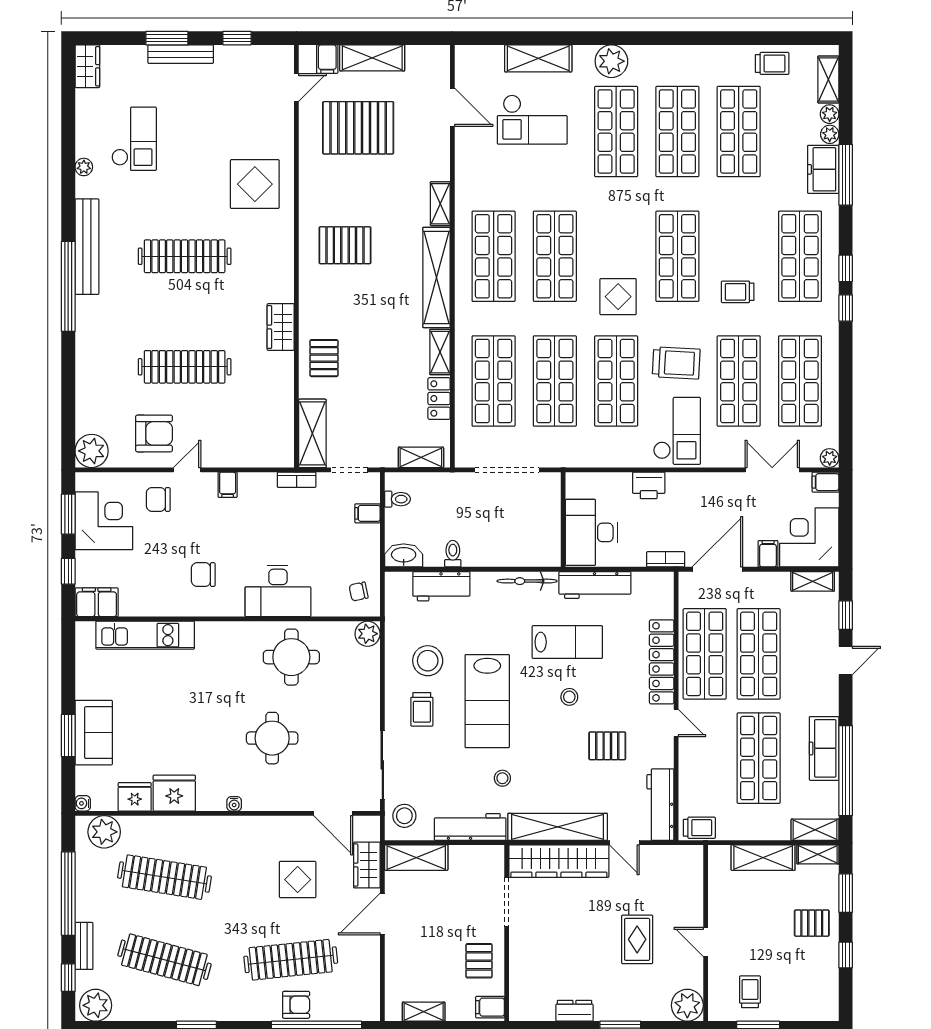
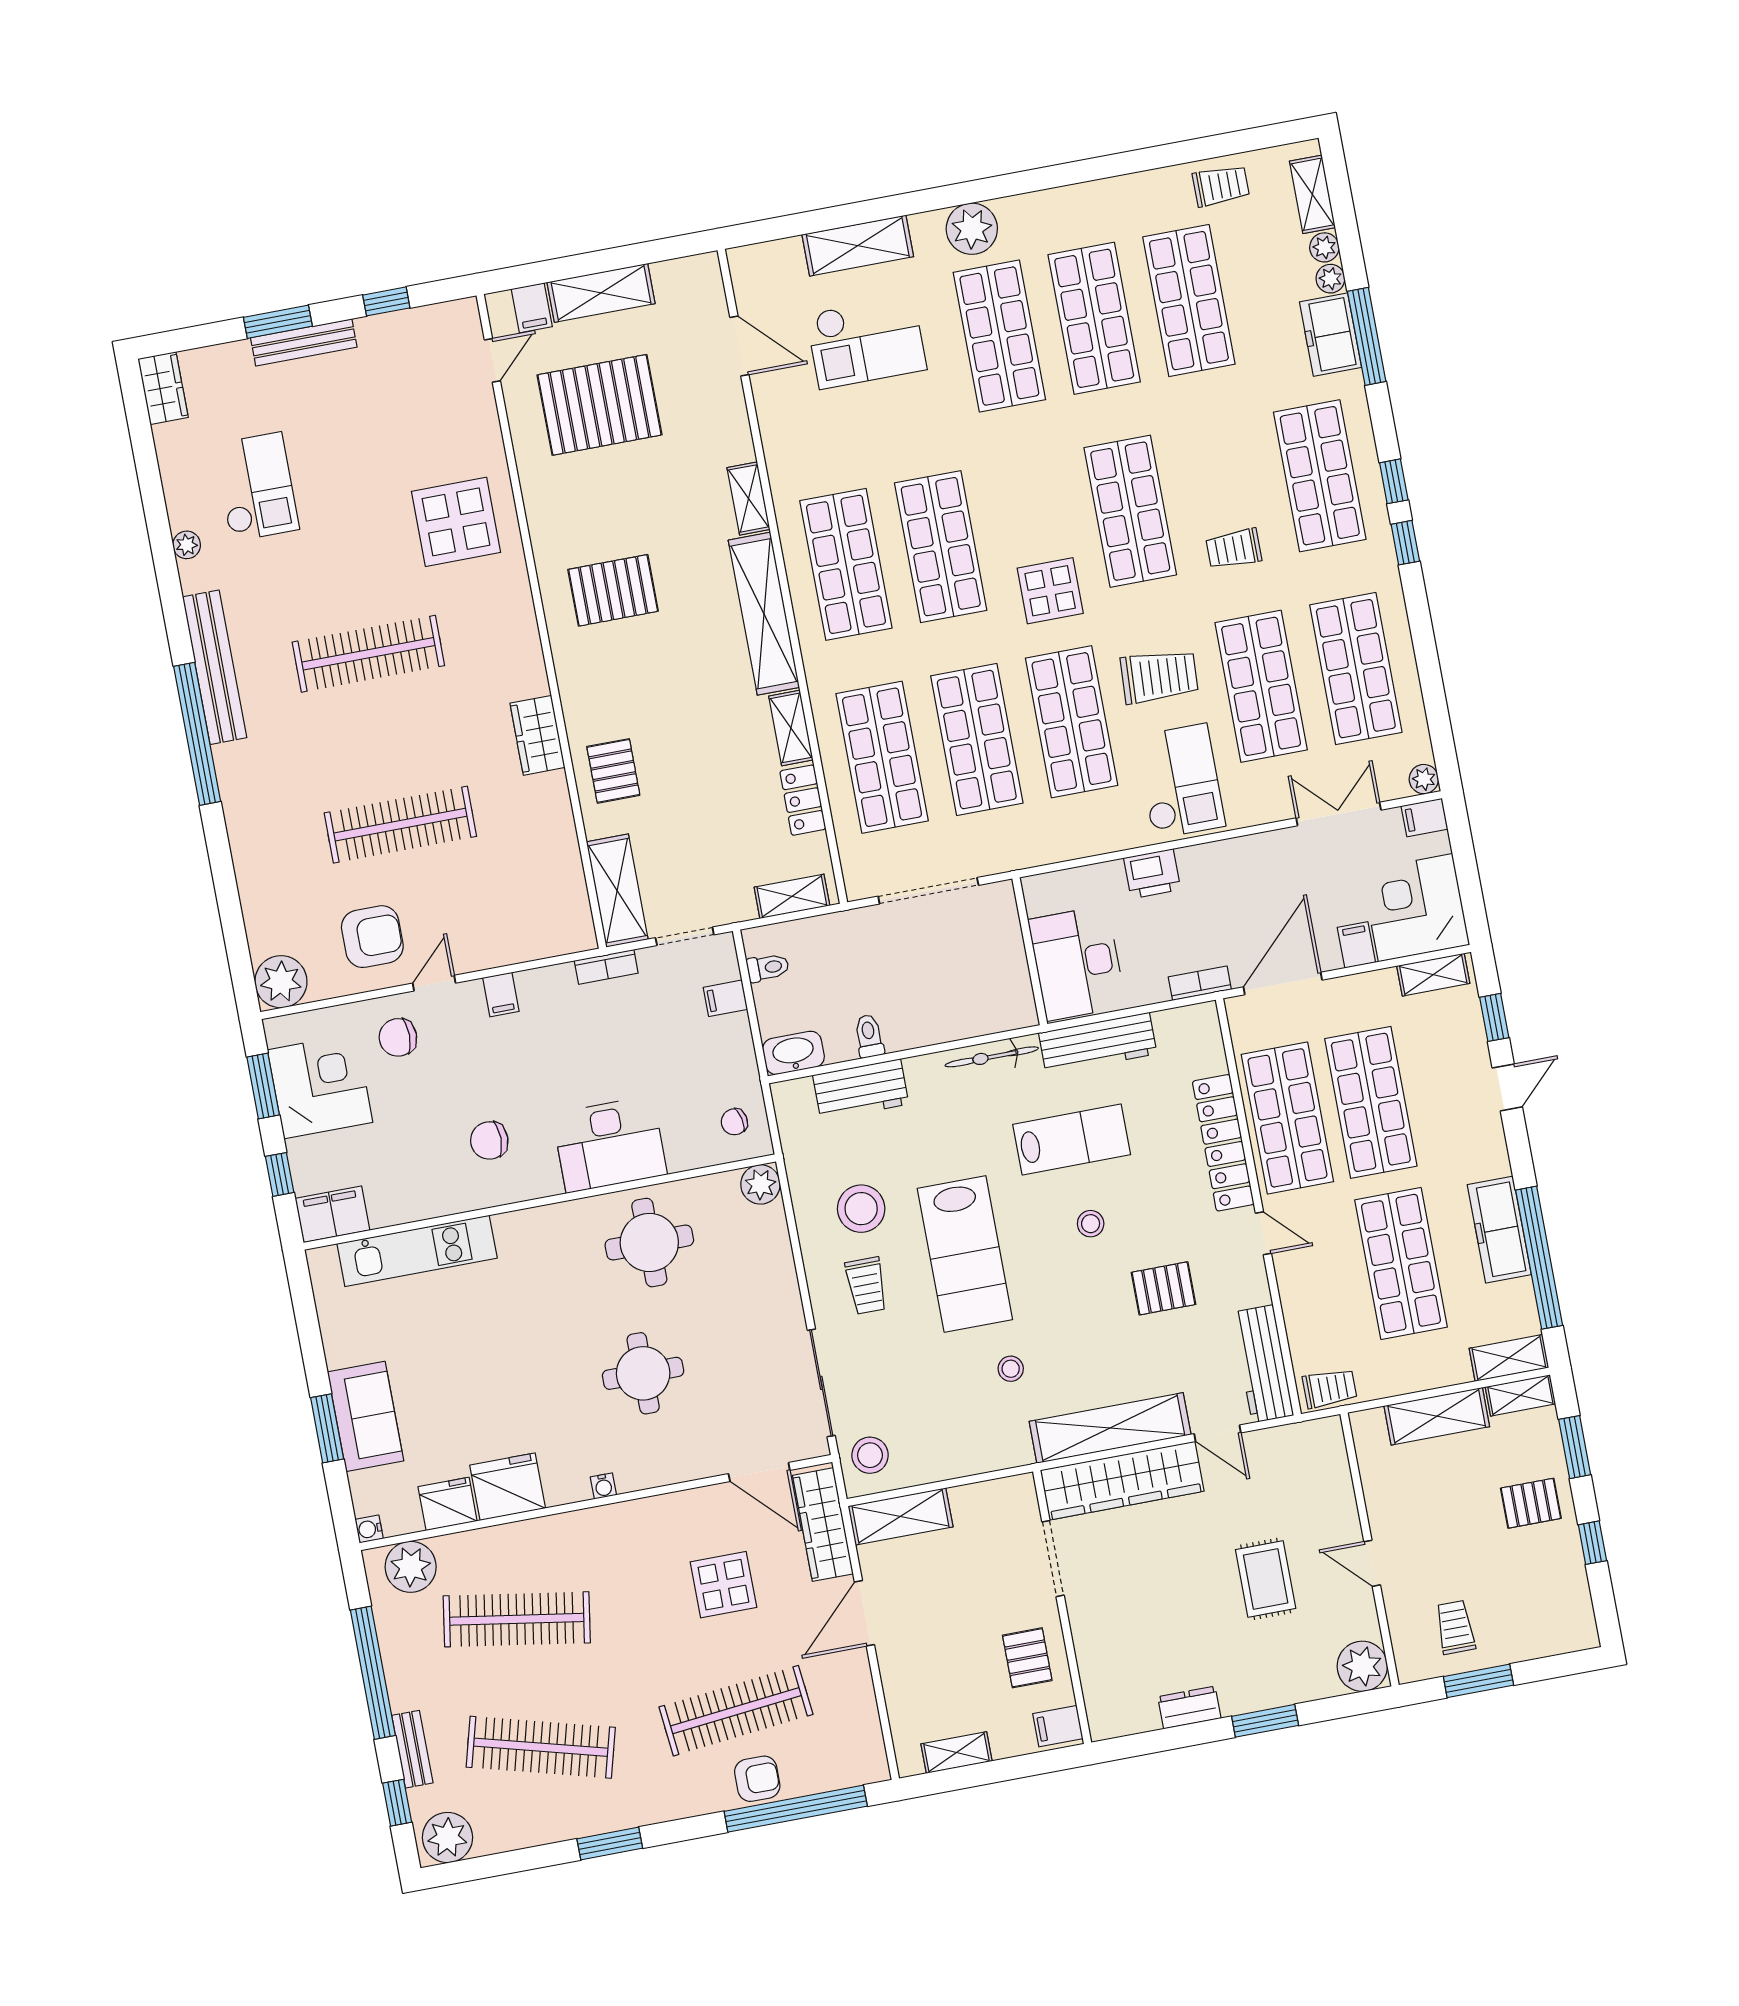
workbench: (470, 827) -> (975, 1453), removed
wardrobe: (367, 865) -> (823, 1525), width x1.50

